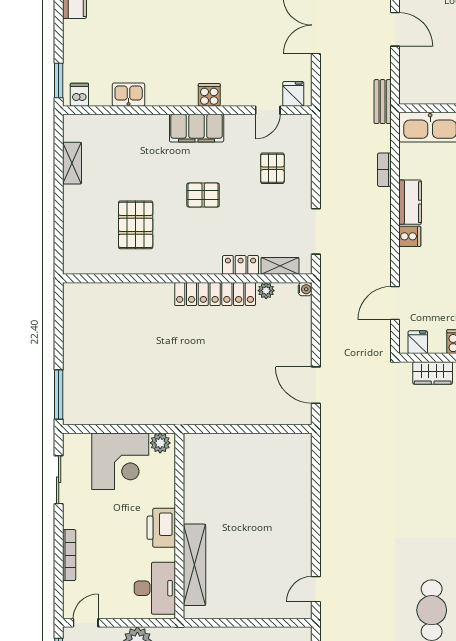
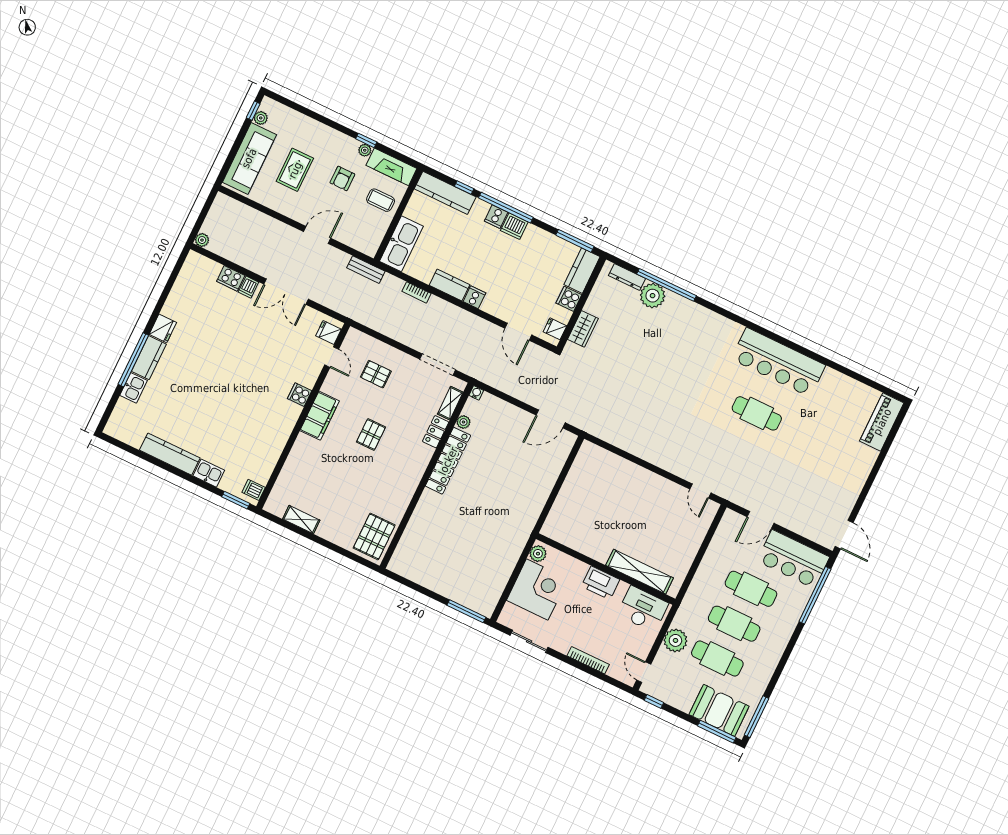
kitchen sink: (129, 95) -> (209, 473), moved, turned 90
pallet: (136, 225) -> (374, 536), moved, turned 90

